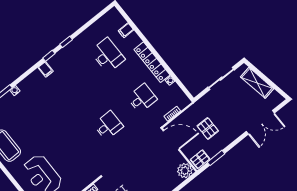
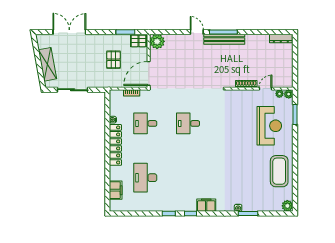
filing cabinet: (126, 30) -> (116, 190), width x2.00
filing cabinet: (46, 69) -> (206, 205), width x2.00
door: (171, 140) -> (149, 73), hinge flipped

